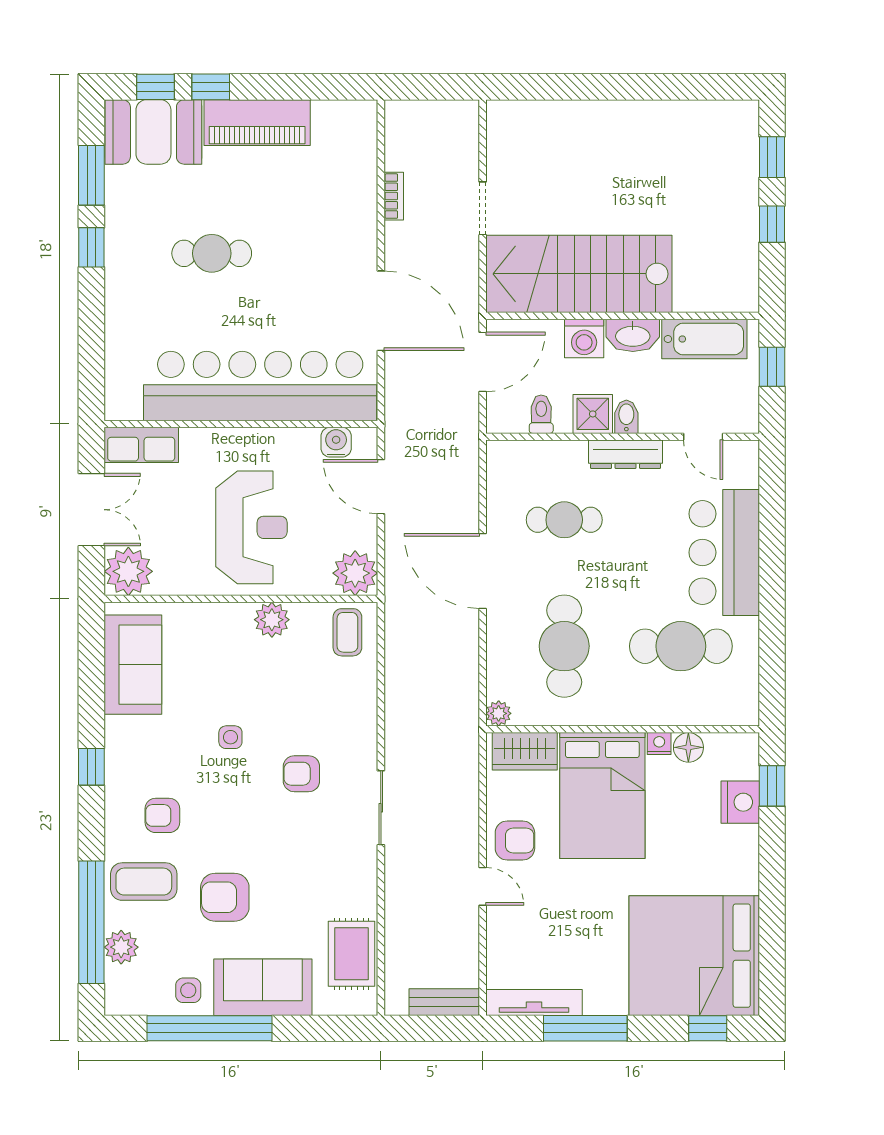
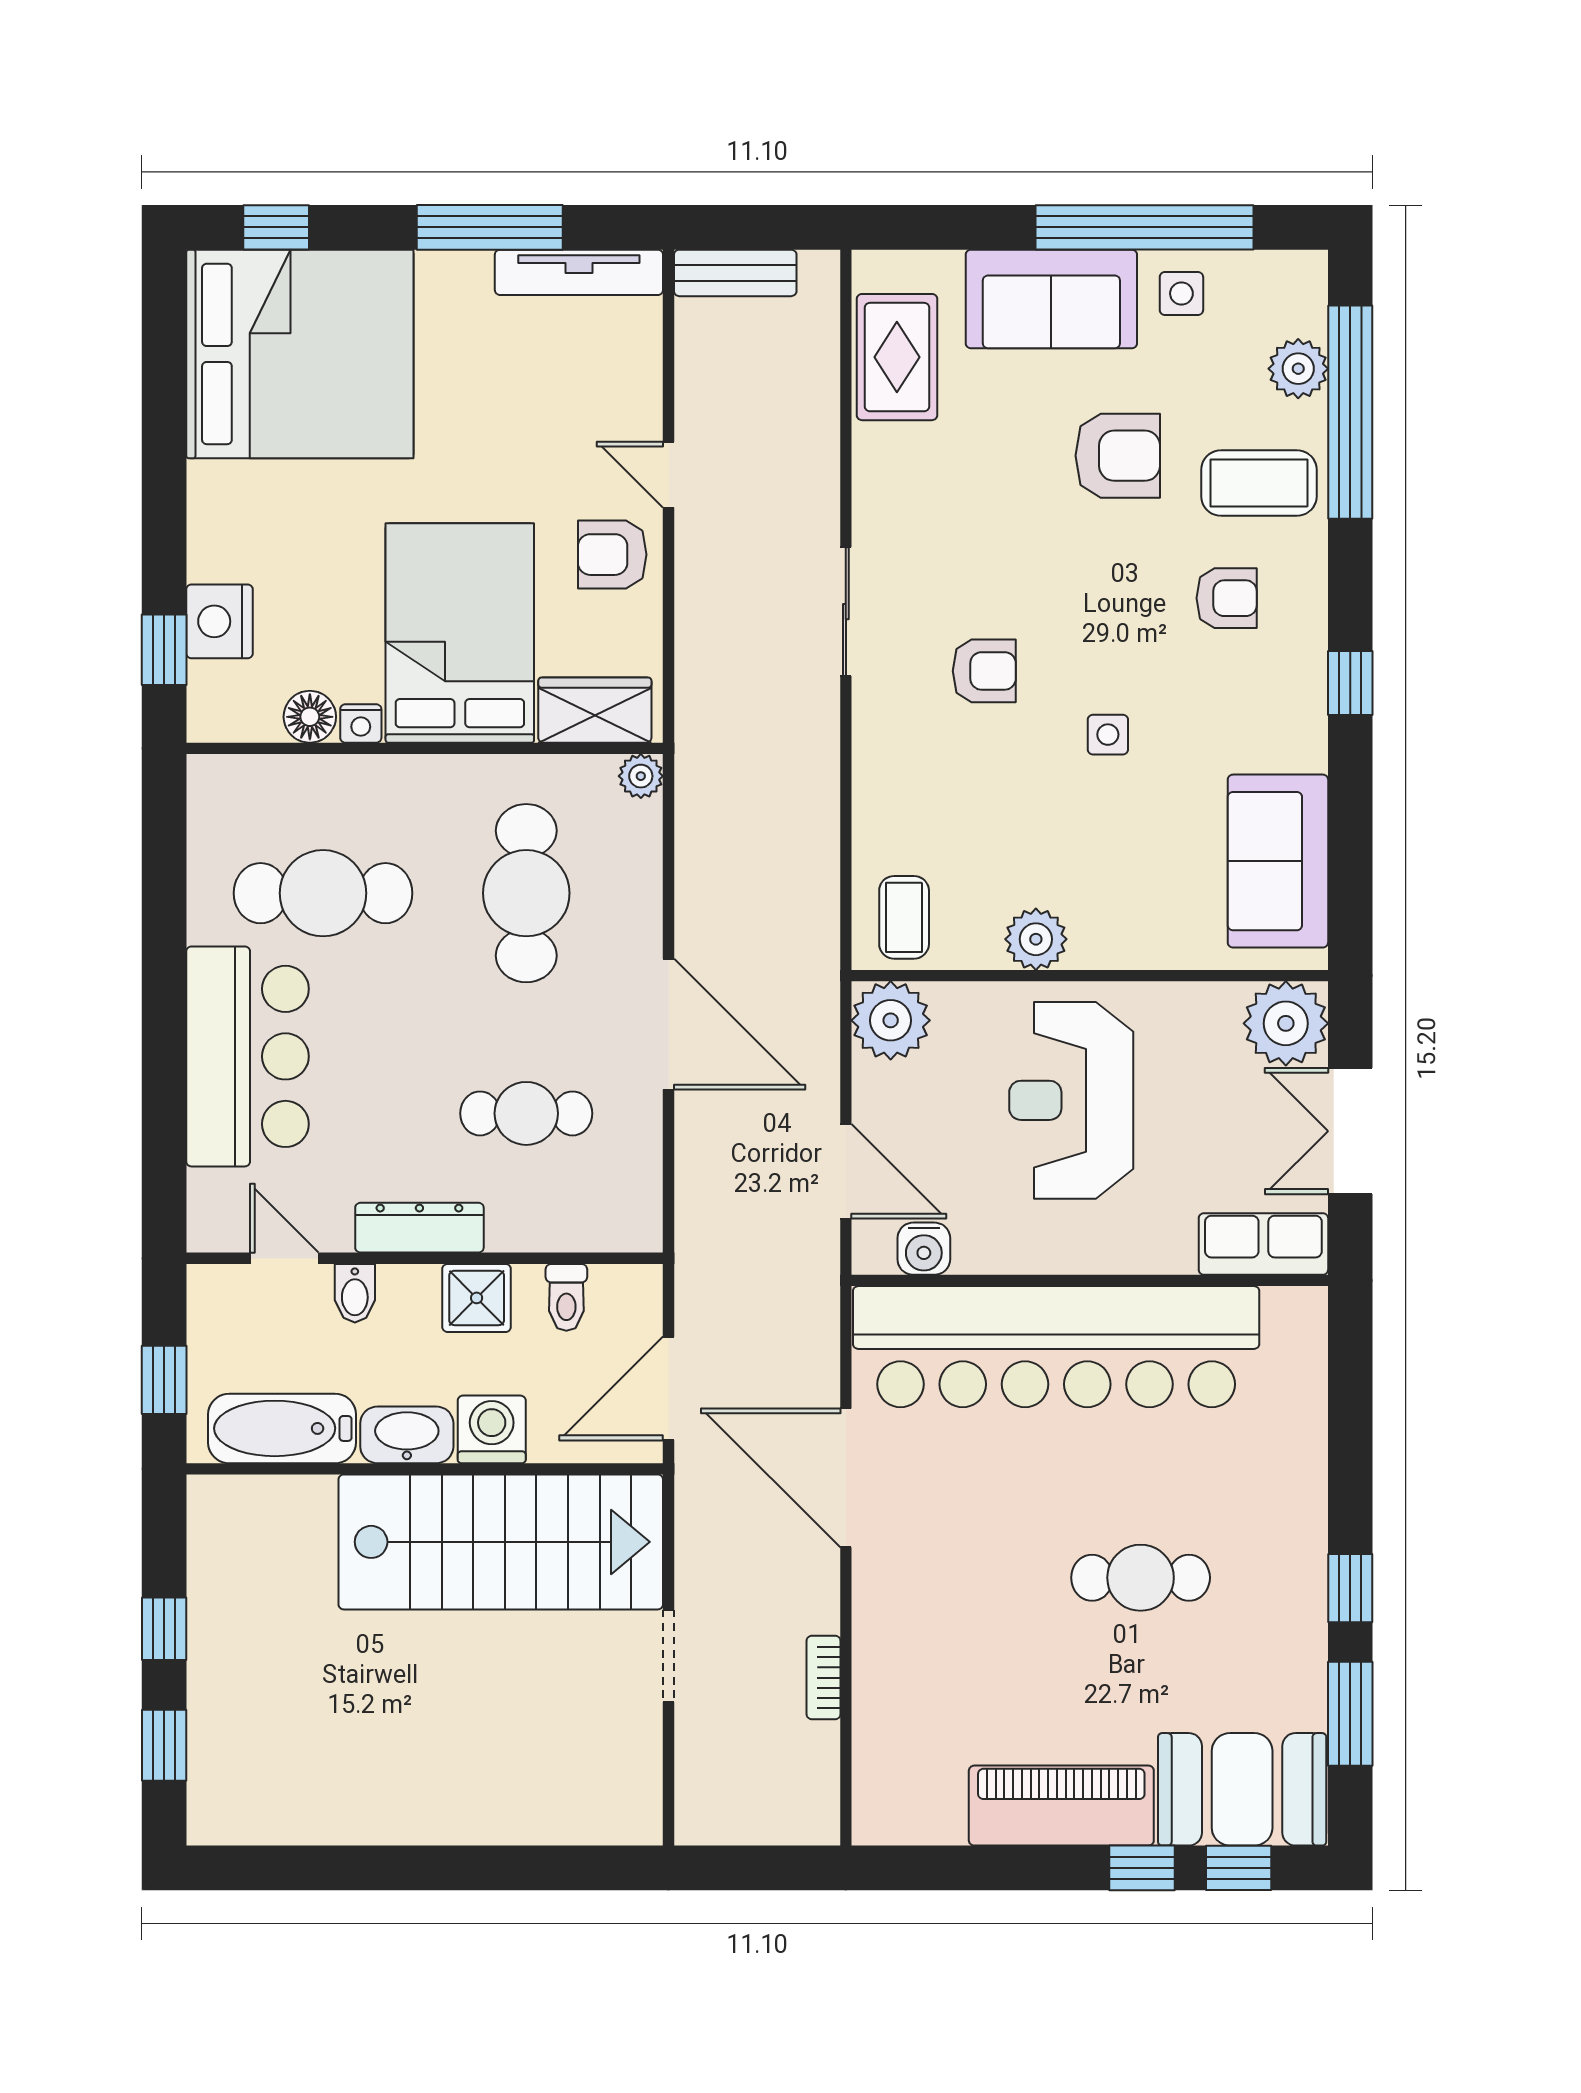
bidet: (626, 417) -> (355, 1293), moved

